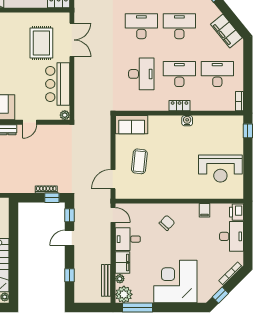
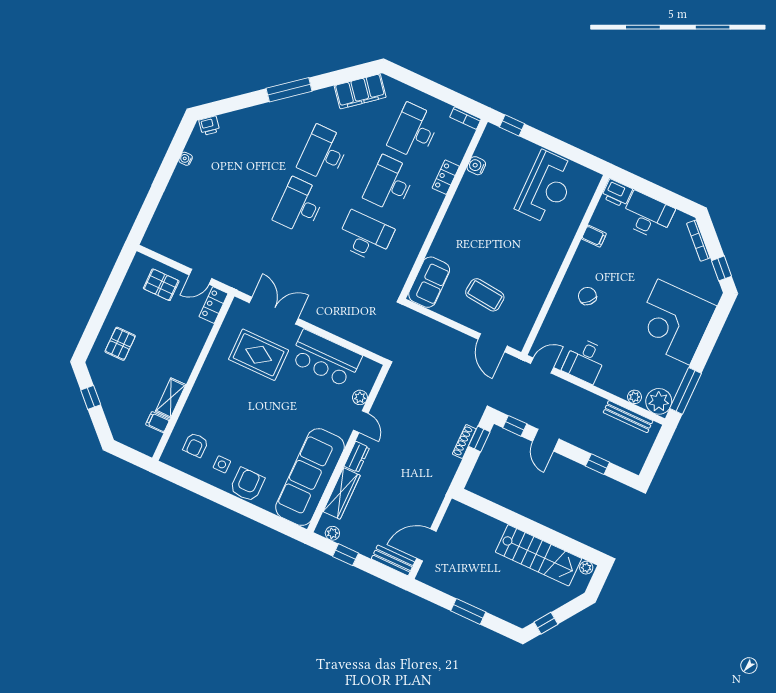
locker: (180, 106) -> (446, 177), moved
plant: (65, 115) -> (360, 397), moved
water cooler: (187, 121) -> (476, 166), moved
filing cabinet: (123, 262) -> (614, 383), removed

